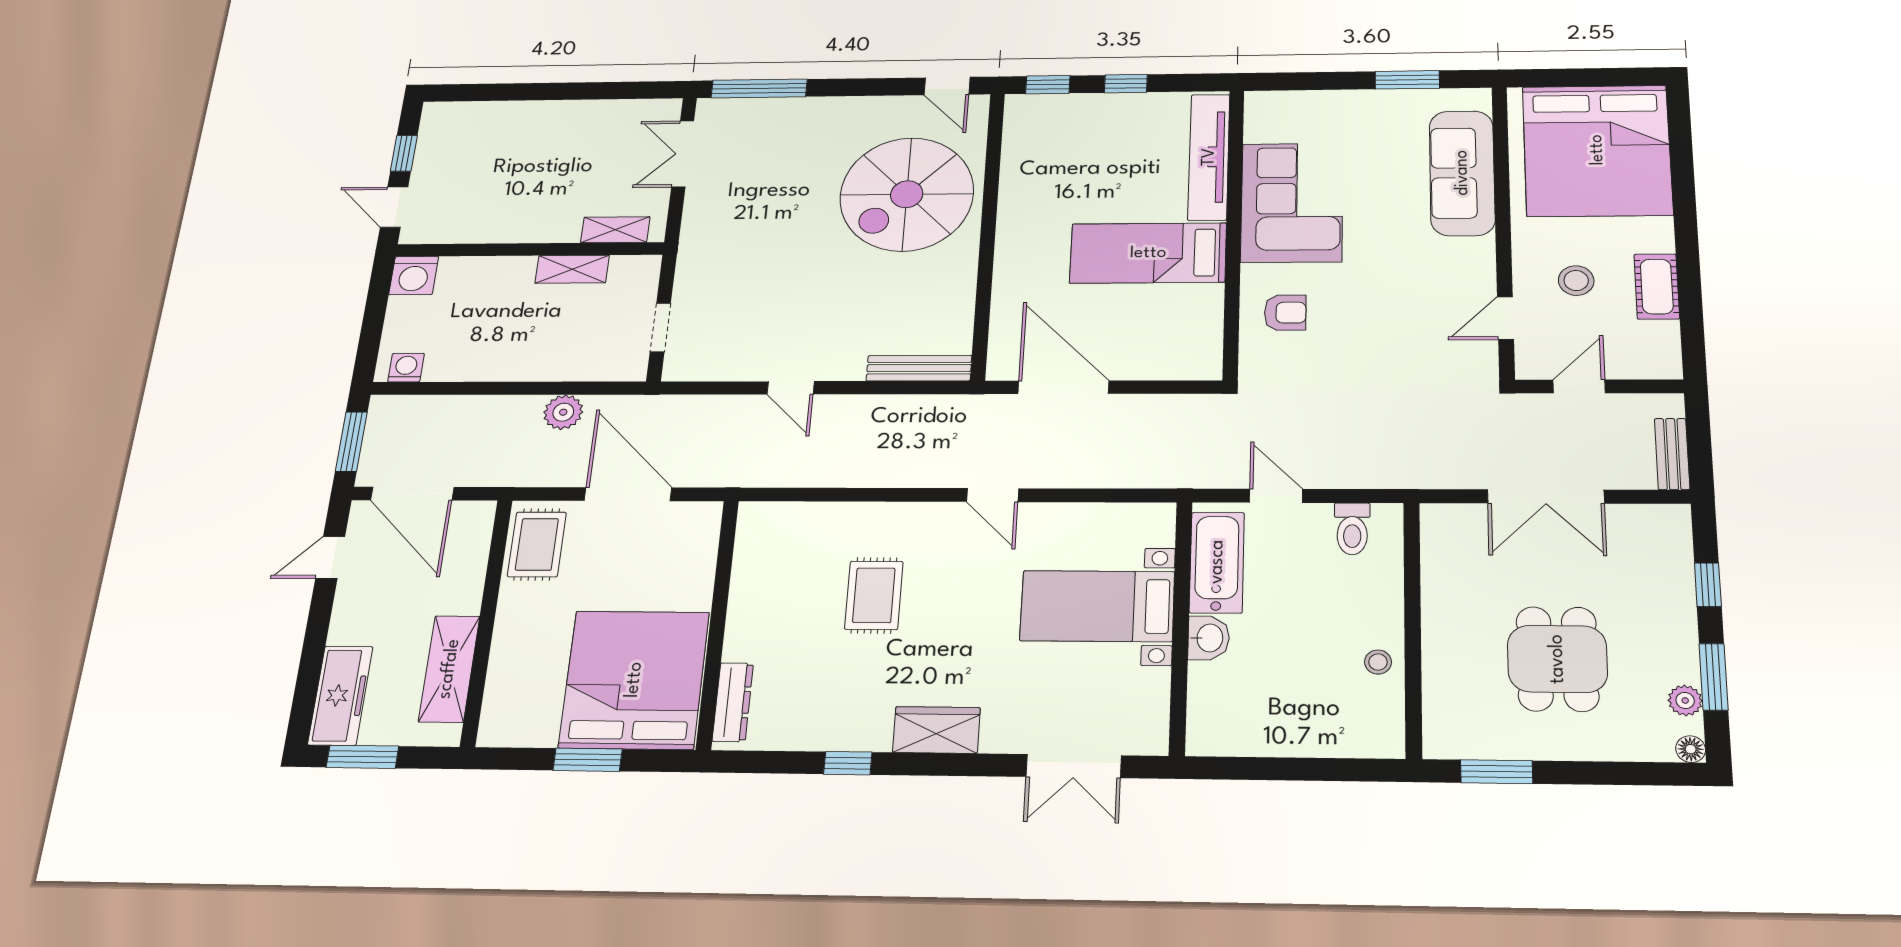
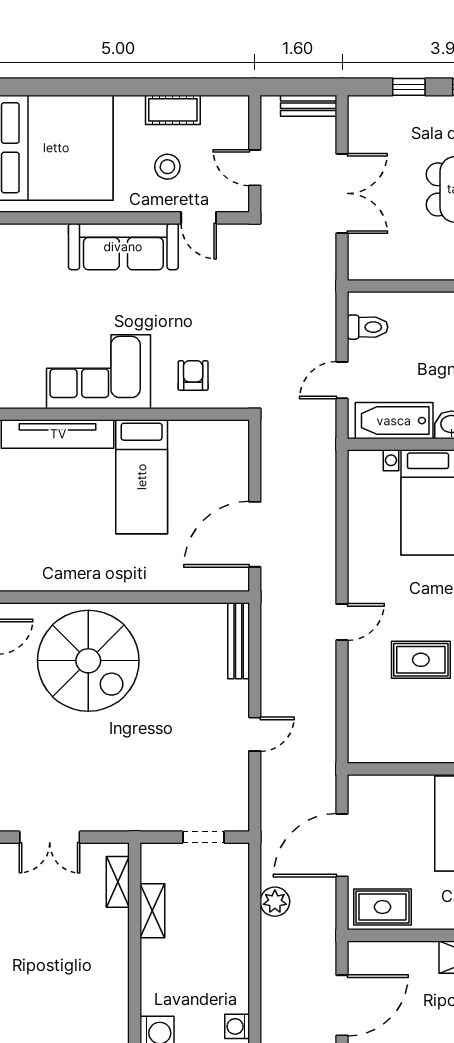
sofa: (1462, 173) -> (123, 247), moved
door: (993, 495) -> (342, 622), moved

